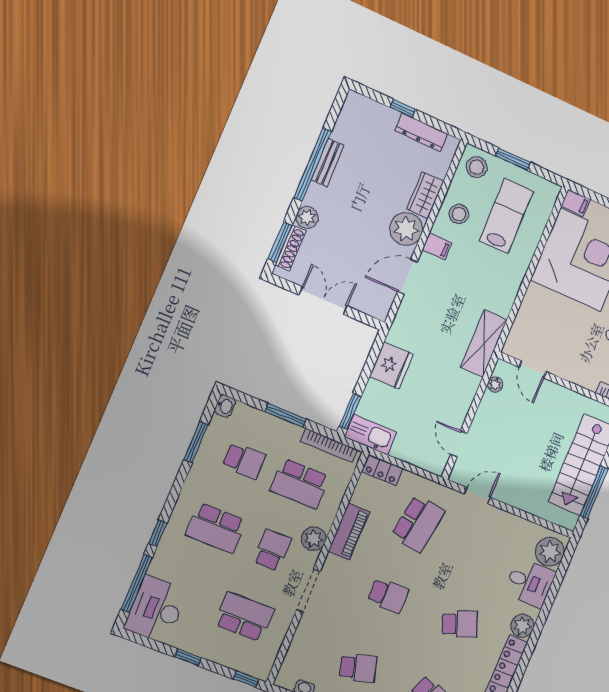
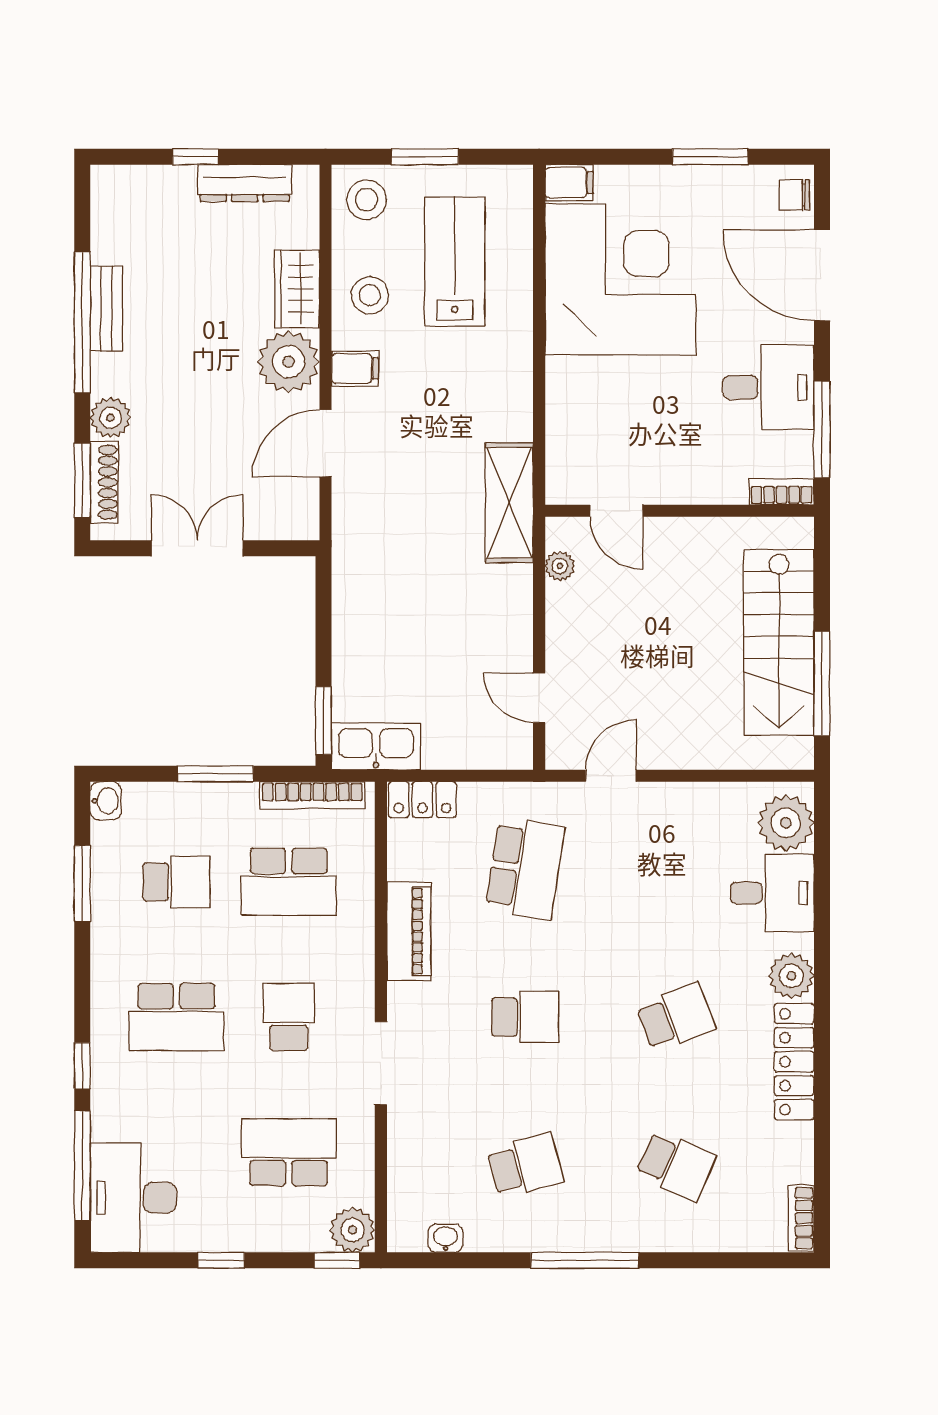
fridge: (391, 366) -> (362, 610), removed
plant: (314, 539) -> (353, 1230), moved

